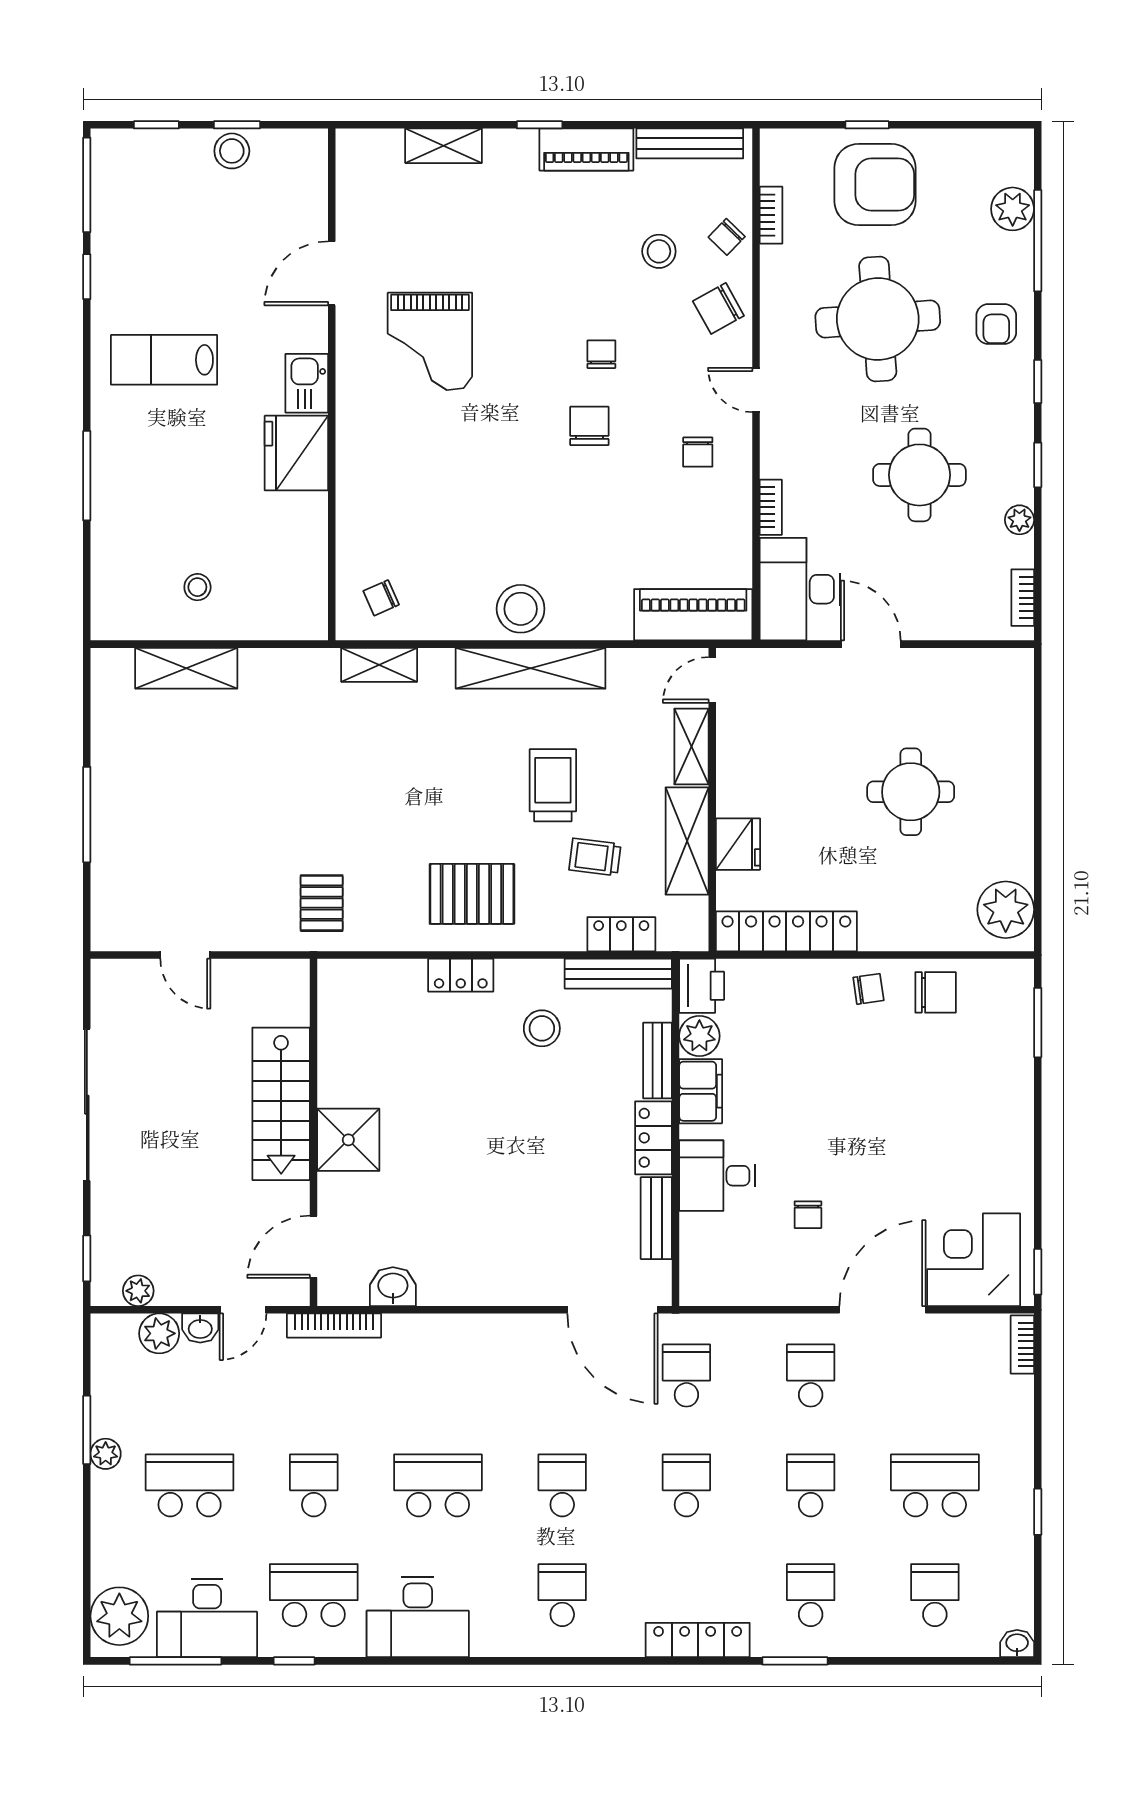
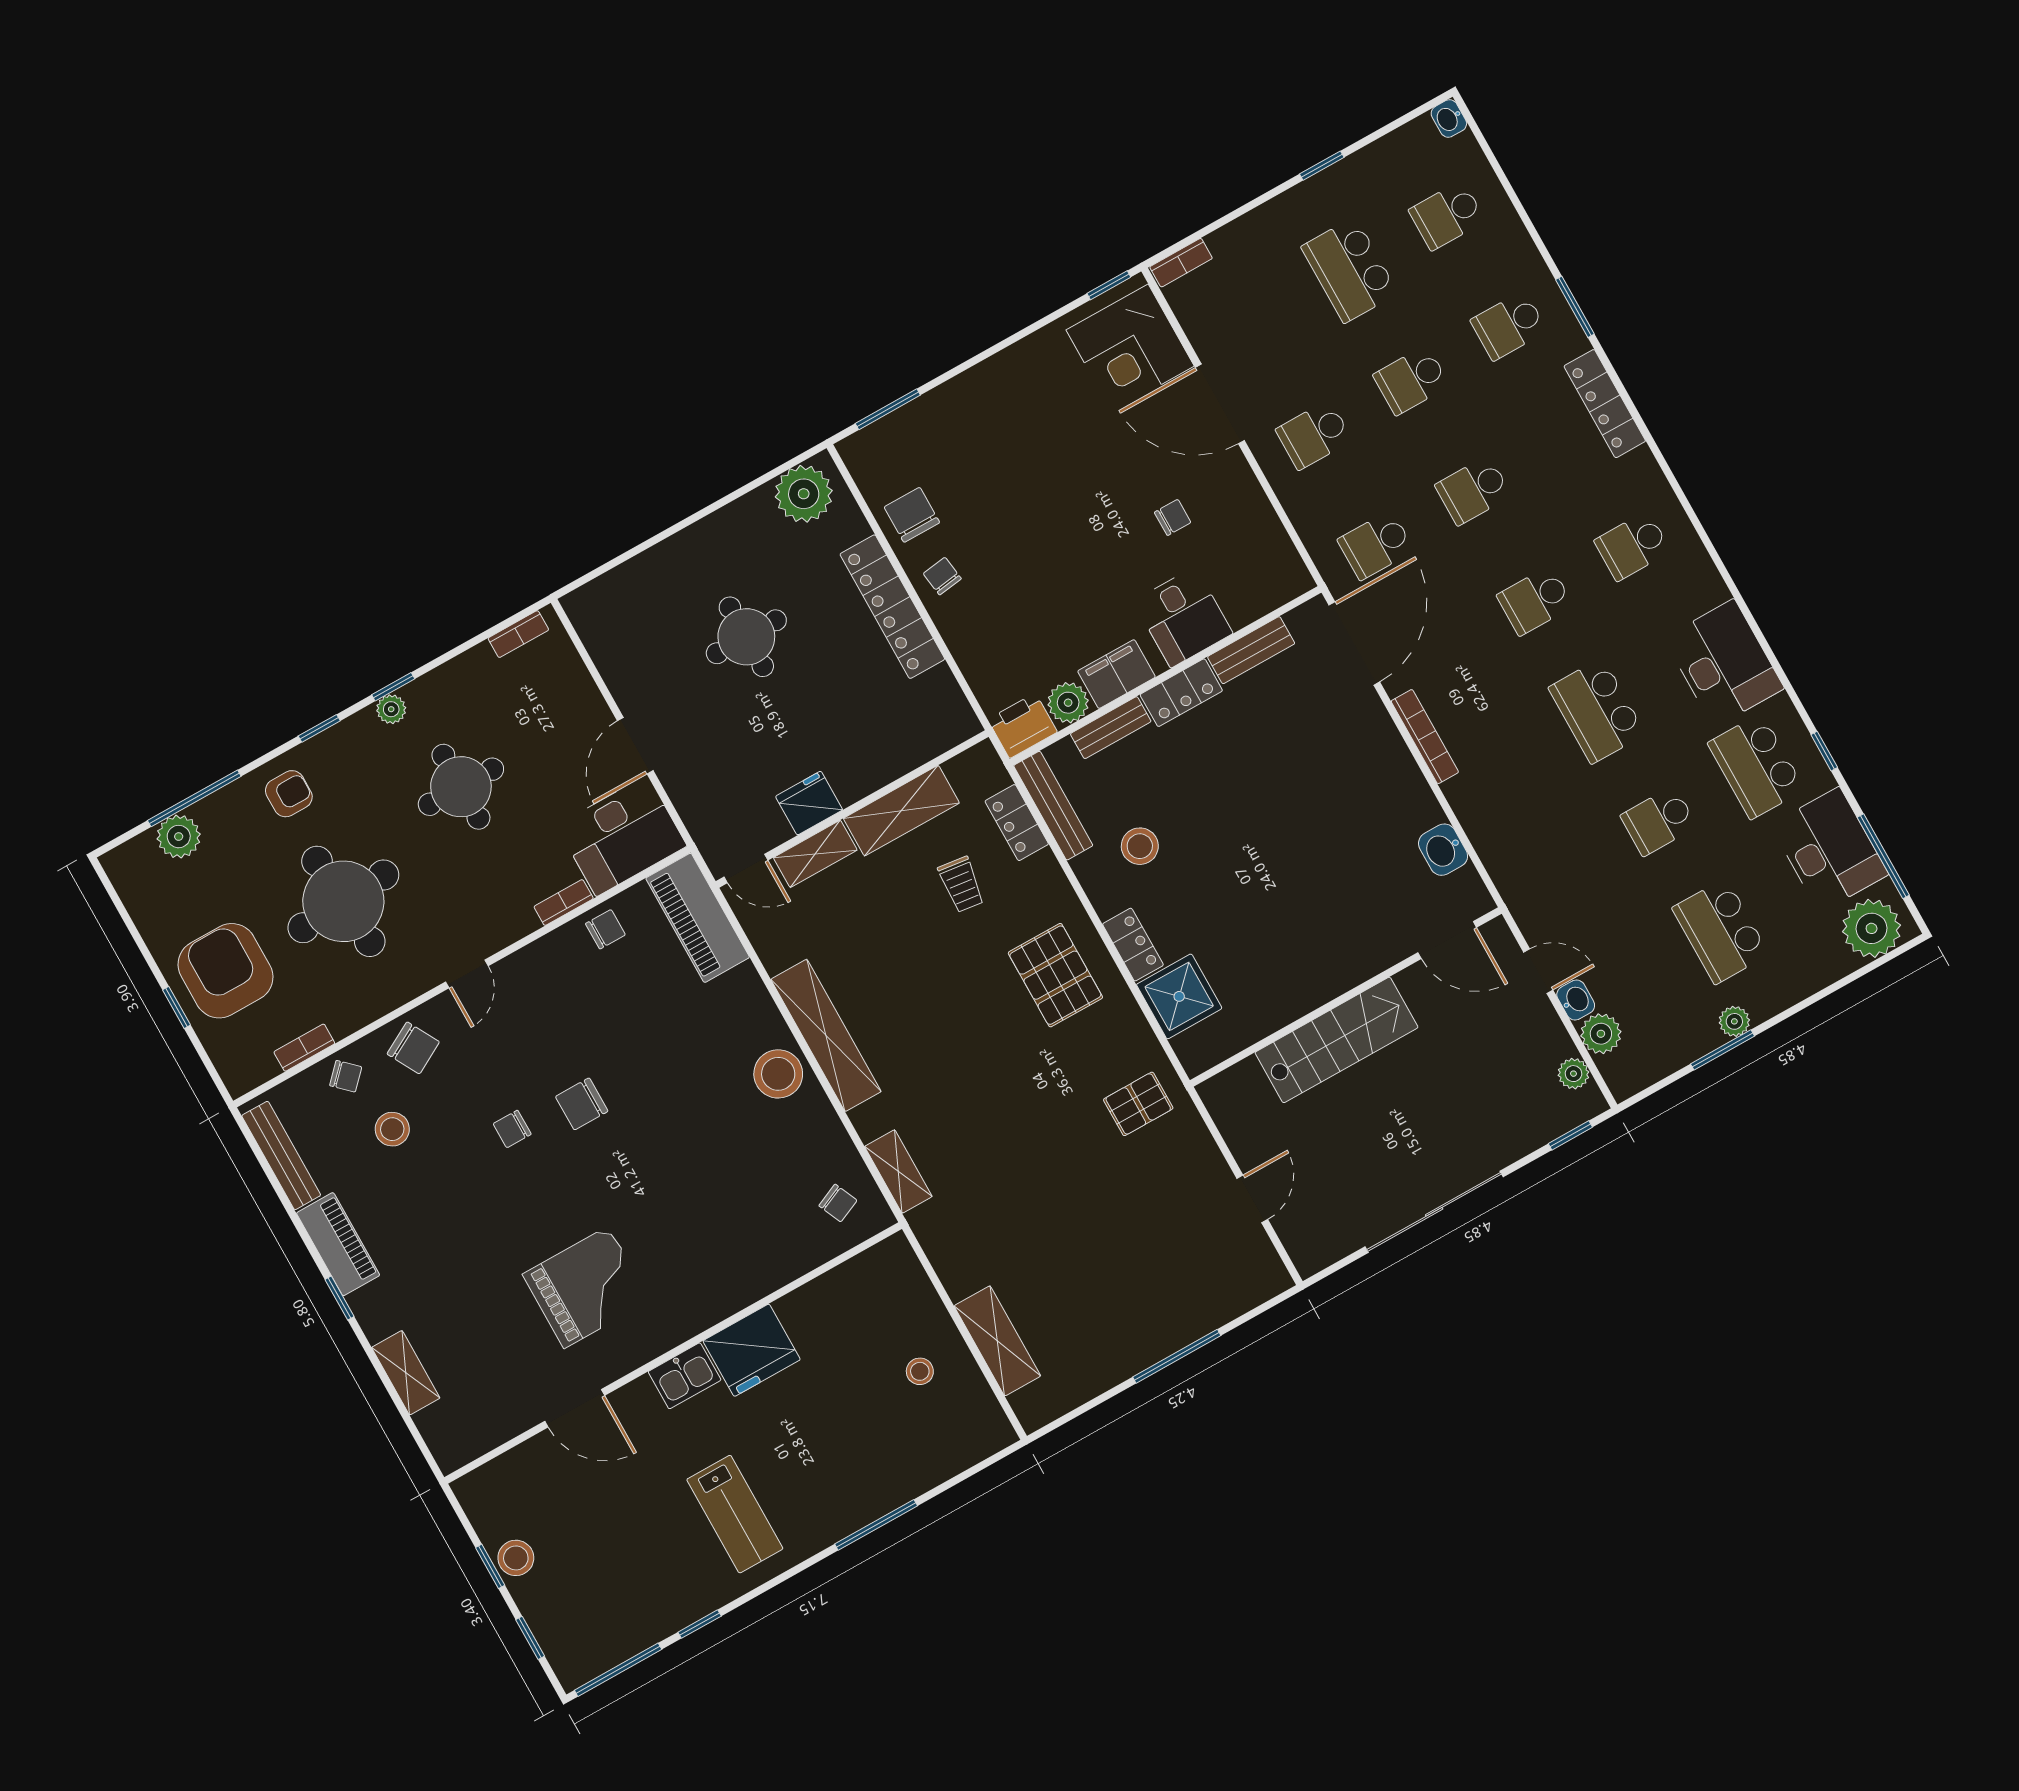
chair: (698, 452) -> (605, 929), moved
plant: (1019, 520) -> (391, 709), moved
trolley: (553, 785) -> (919, 957), removed
fridge: (738, 844) -> (809, 803), moved
locker: (786, 931) -> (892, 607), moved
shower: (348, 1140) -> (1179, 996), moved
bookcase: (334, 1326) -> (1425, 737), moved

